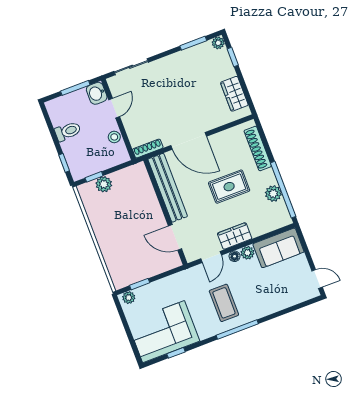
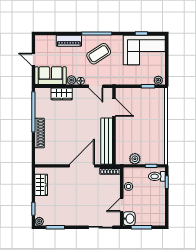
toilet: (68, 131) -> (157, 176), moved
door: (189, 141) -> (82, 166), hinge flipped
shoe rack: (258, 148) -> (40, 133), moved
plant: (104, 184) -> (135, 159), moved
rug: (229, 187) -> (67, 127), removed
plant: (273, 194) -> (41, 112), removed
wardrobe: (235, 236) -> (62, 94), moved
door: (211, 257) -> (96, 86), swing flipped
door: (317, 279) -> (33, 60), moved
coffee table: (224, 303) -> (99, 54), turned 57
piano: (271, 305) -> (69, 41), added

